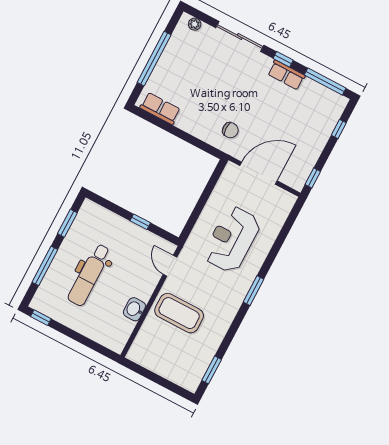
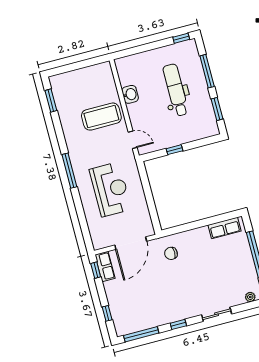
sliding door: (240, 37) -> (217, 314), width x0.73
row of seats: (286, 75) -> (105, 266), moved, turned 90
window: (253, 291) -> (69, 171), width x1.44

